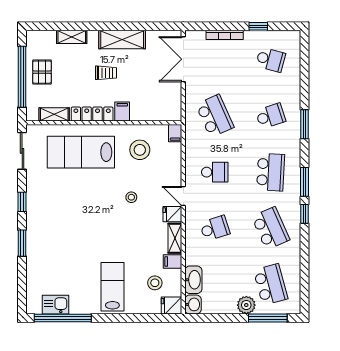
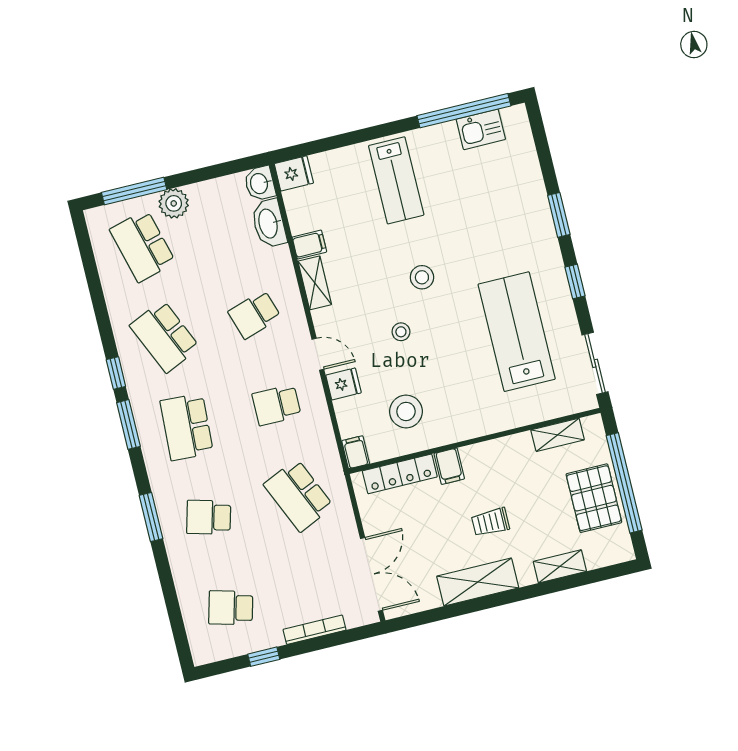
pallet: (42, 72) -> (594, 498), width x1.50, depth x1.42
locker: (92, 114) -> (400, 474), moved
school desk: (271, 116) -> (209, 517), turned 33
lab bench: (81, 152) -> (517, 332), moved, turned -90
fridge: (172, 214) -> (344, 384), moved
stool: (155, 283) -> (422, 277), moved

